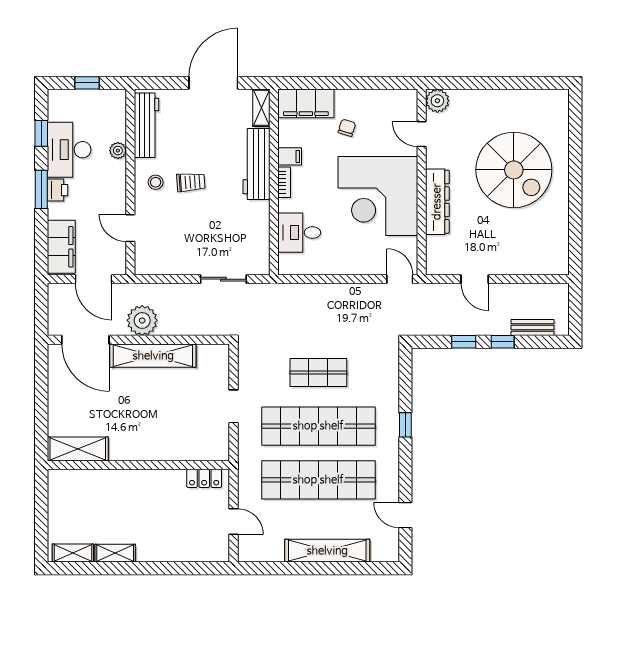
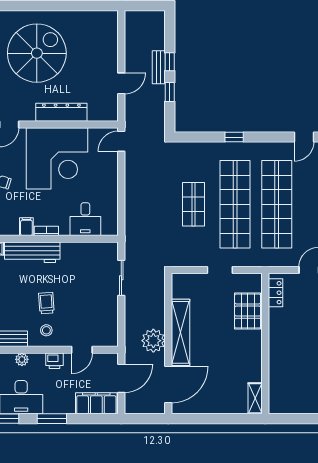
printer: (58, 190) -> (54, 361), moved, turned 180
bench: (533, 328) -> (159, 67), moved
pallet: (180, 442) -> (248, 311), added
shelving: (78, 449) -> (255, 398), width x0.67, depth x0.75

